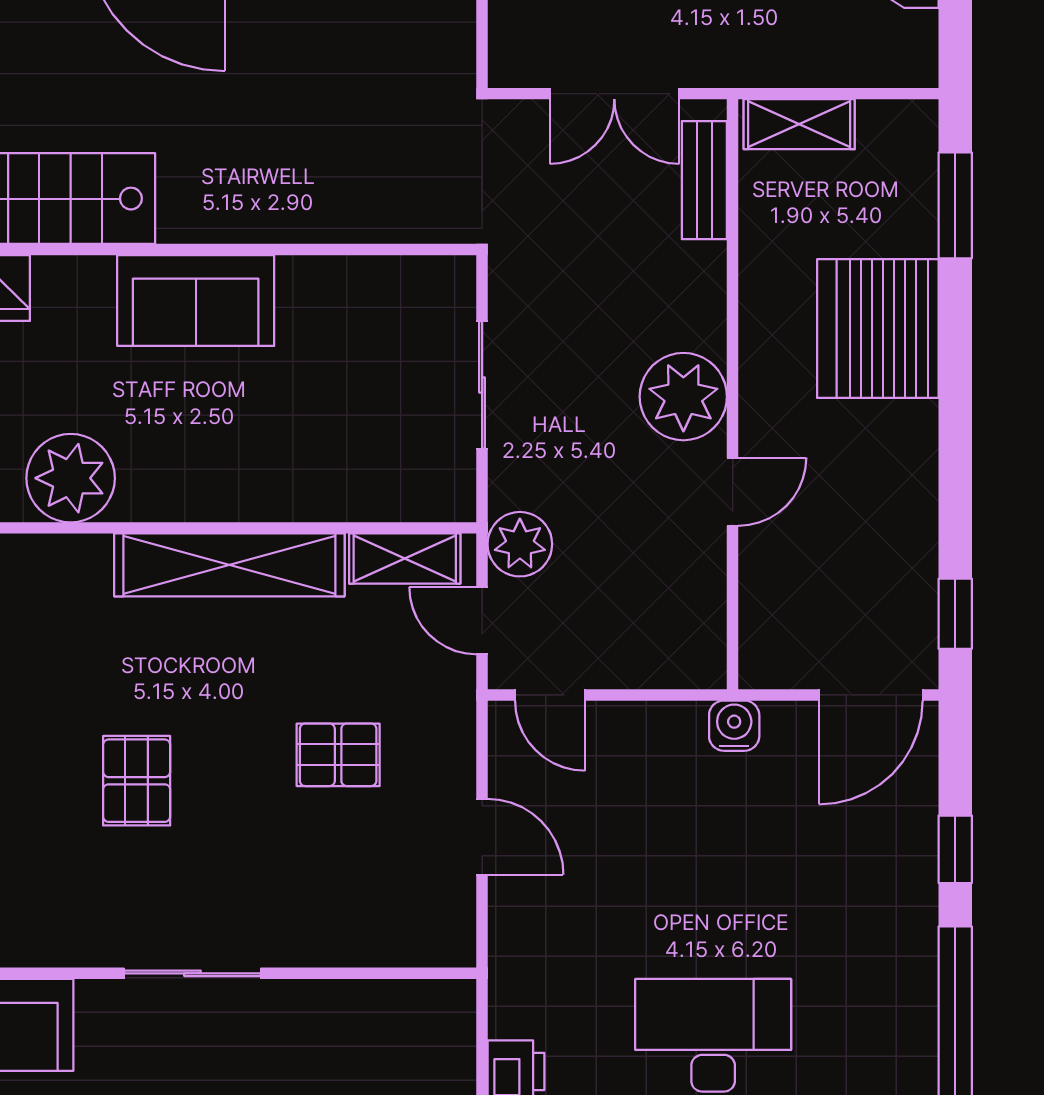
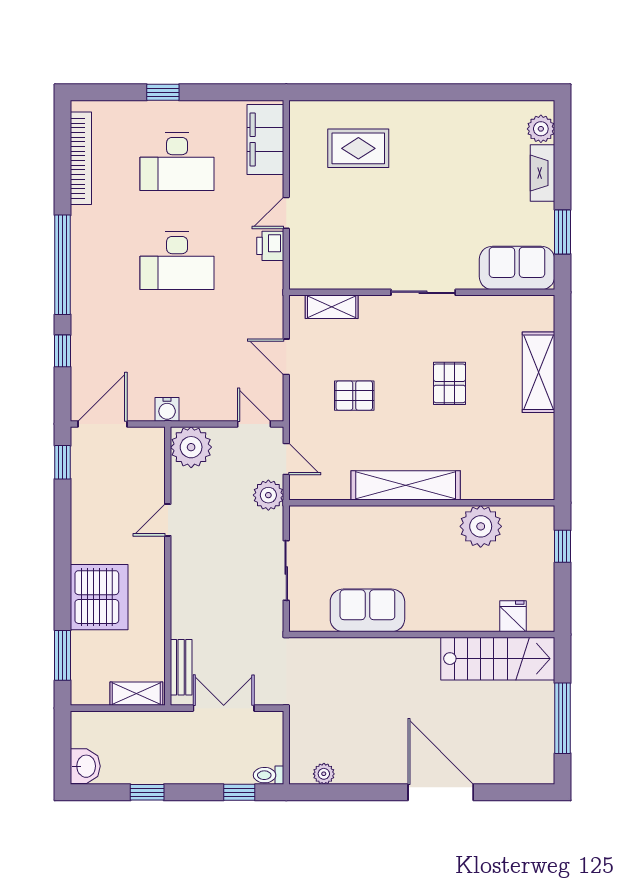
sofa: (196, 300) -> (367, 610), moved
plant: (683, 397) -> (191, 447), moved
shelving: (405, 559) -> (332, 307), moved

